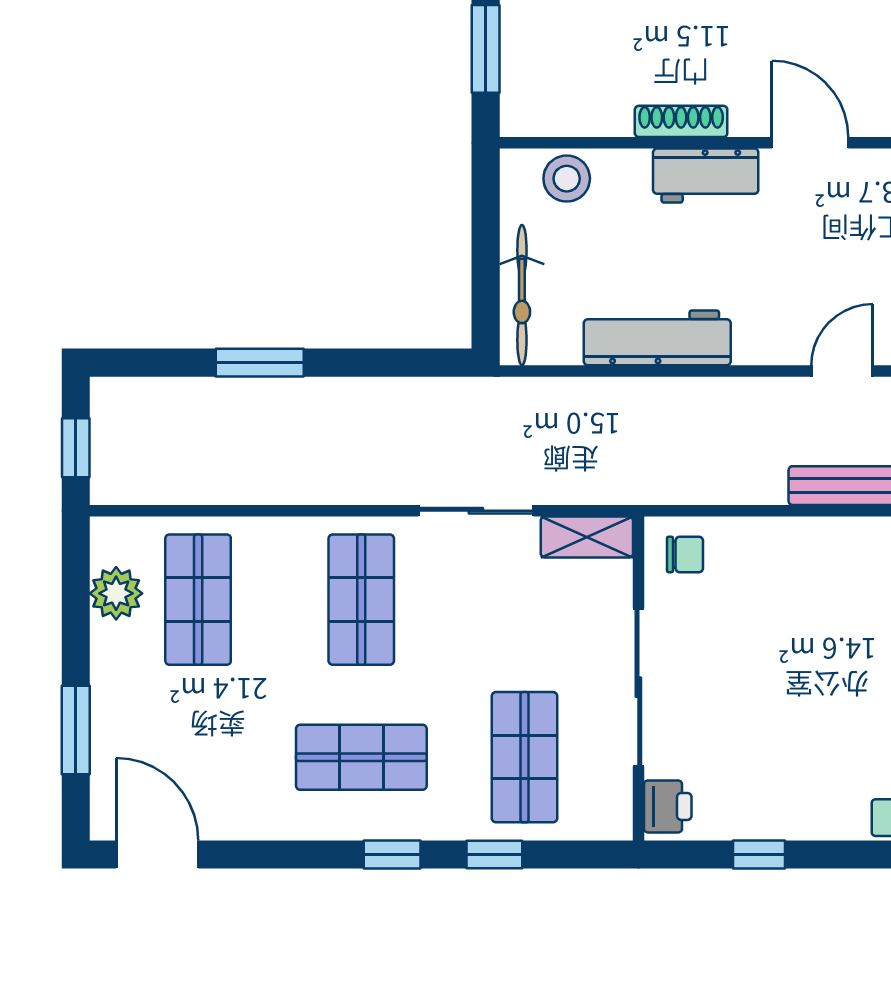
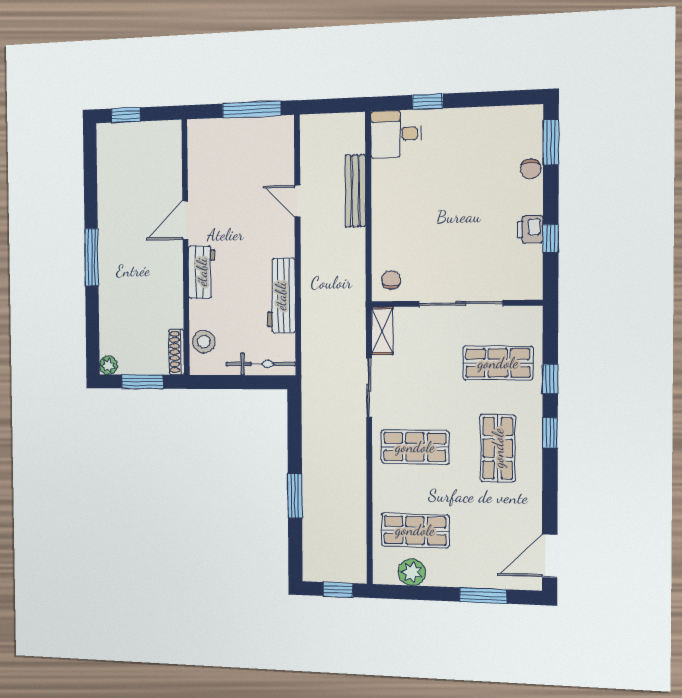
shoe rack: (681, 121) -> (176, 352), moved
printer: (668, 806) -> (530, 229), moved, turned -90

